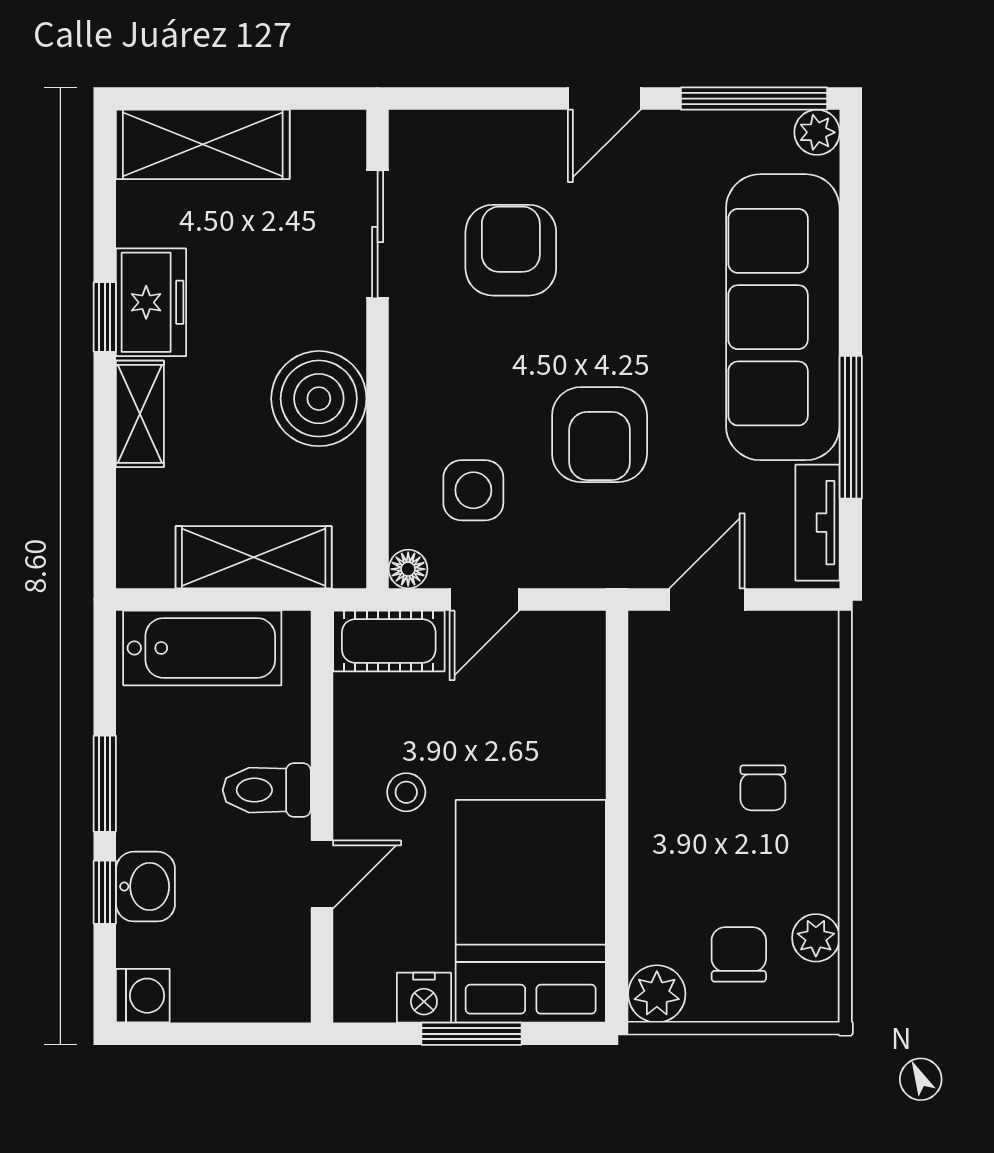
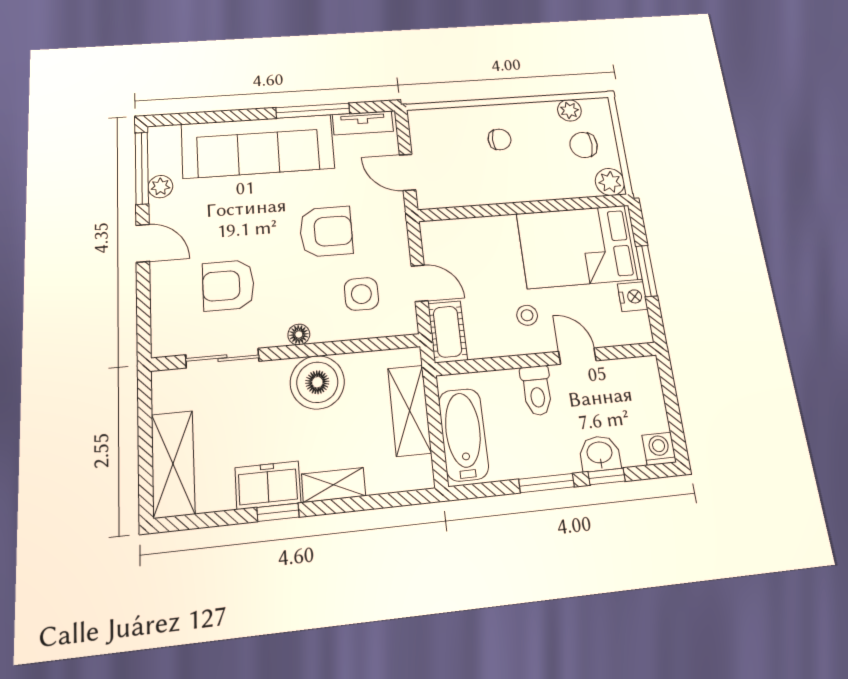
plant: (817, 132) -> (160, 187), moved
floor lamp: (408, 569) -> (299, 334), moved

